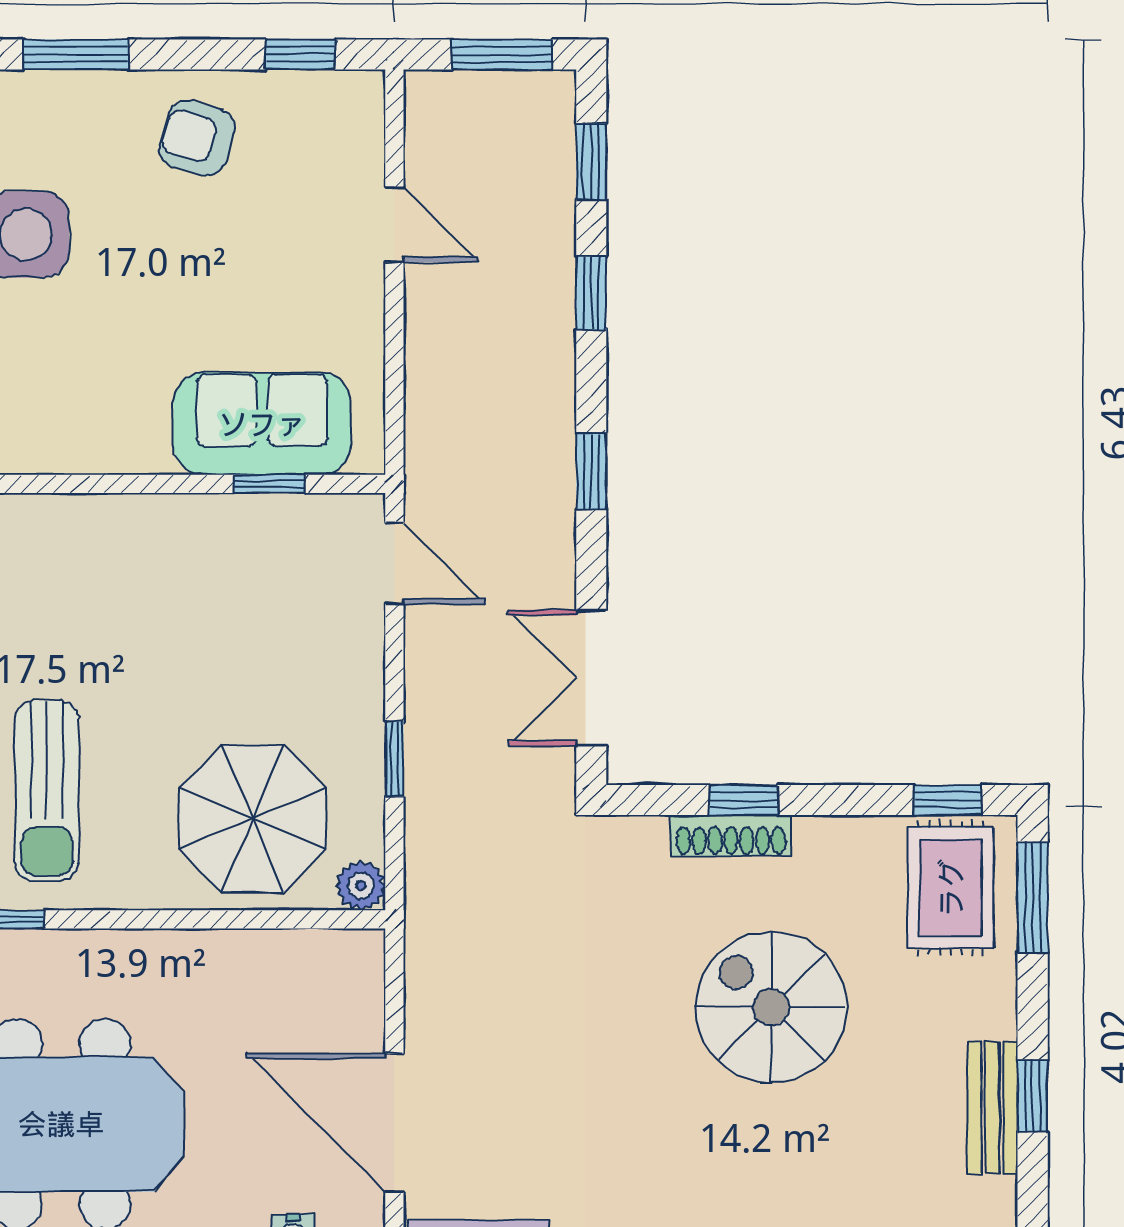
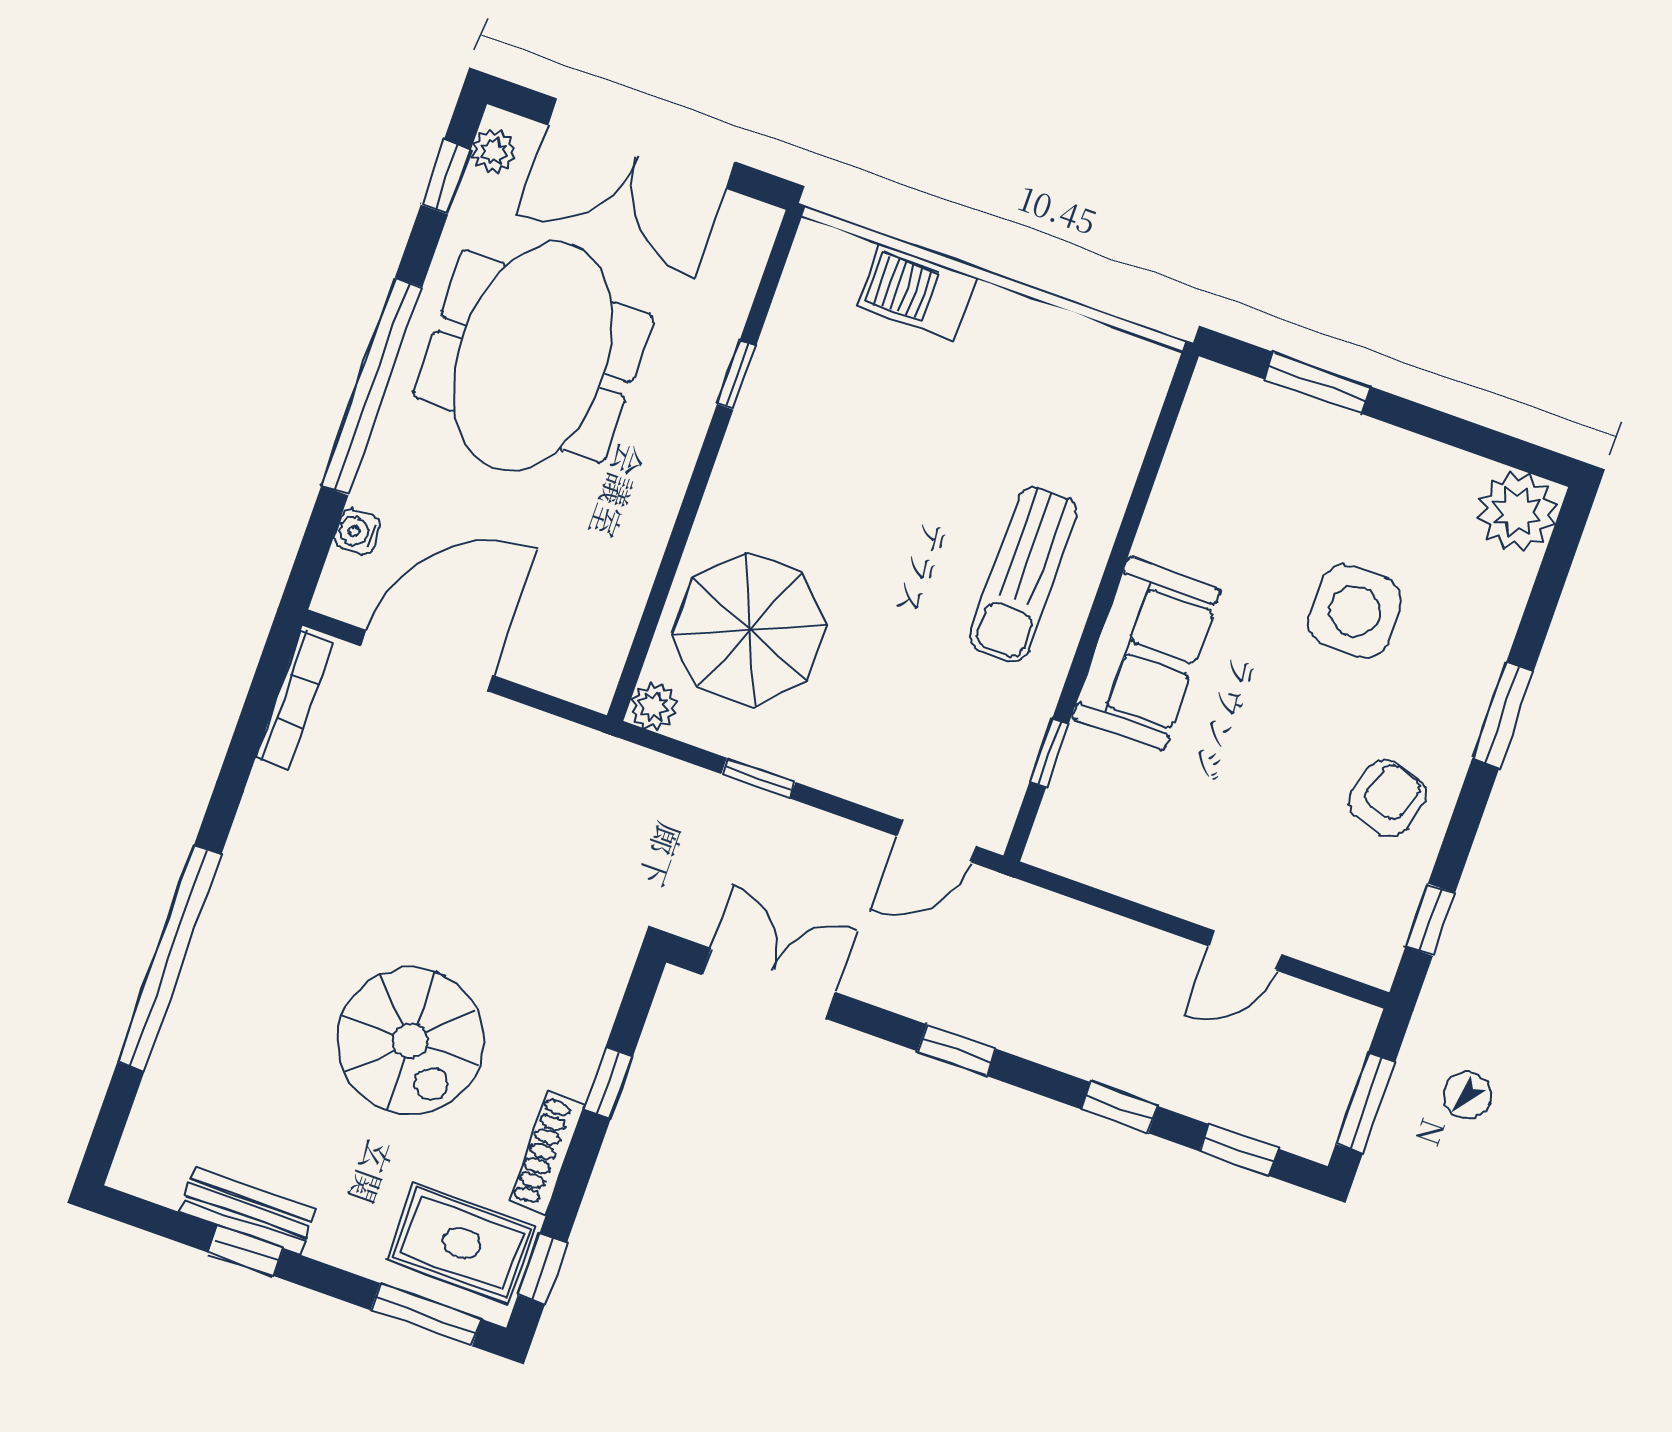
sofa: (262, 424) -> (1146, 654), moved
sun lounger: (47, 791) -> (1024, 574), moved, turned -90
shoe rack: (731, 835) -> (547, 1153), moved
spiral stairs: (771, 1007) -> (411, 1041), turned 90

